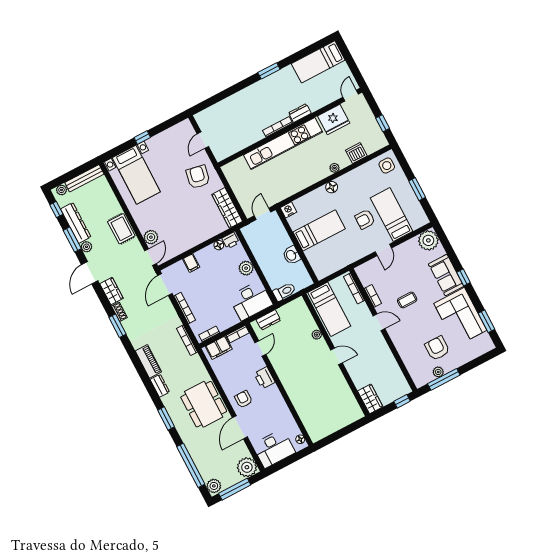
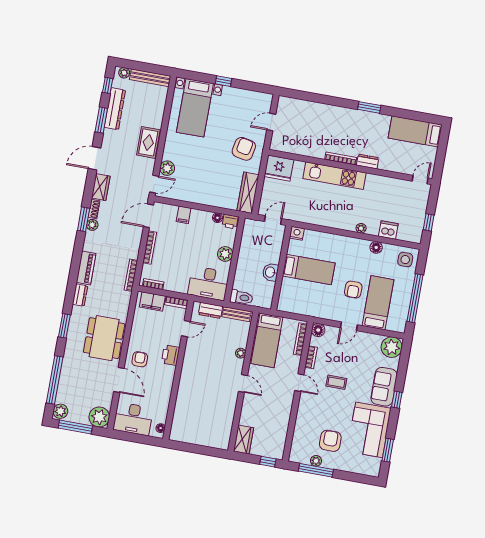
fridge: (334, 120) -> (279, 168), moved
kitchen unit: (283, 143) -> (335, 176), width x0.73
floor lamp: (332, 187) -> (376, 247), moved
window: (417, 189) -> (415, 298), width x2.11
armchair: (365, 219) -> (353, 290), turned -90
plant: (86, 247) -> (92, 225), moved
floor lamp: (362, 271) -> (318, 330), added
bench: (290, 307) -> (237, 314), added
door: (240, 427) -> (119, 380), swing flipped

